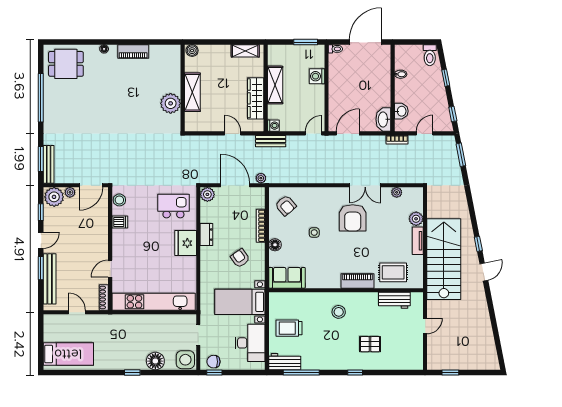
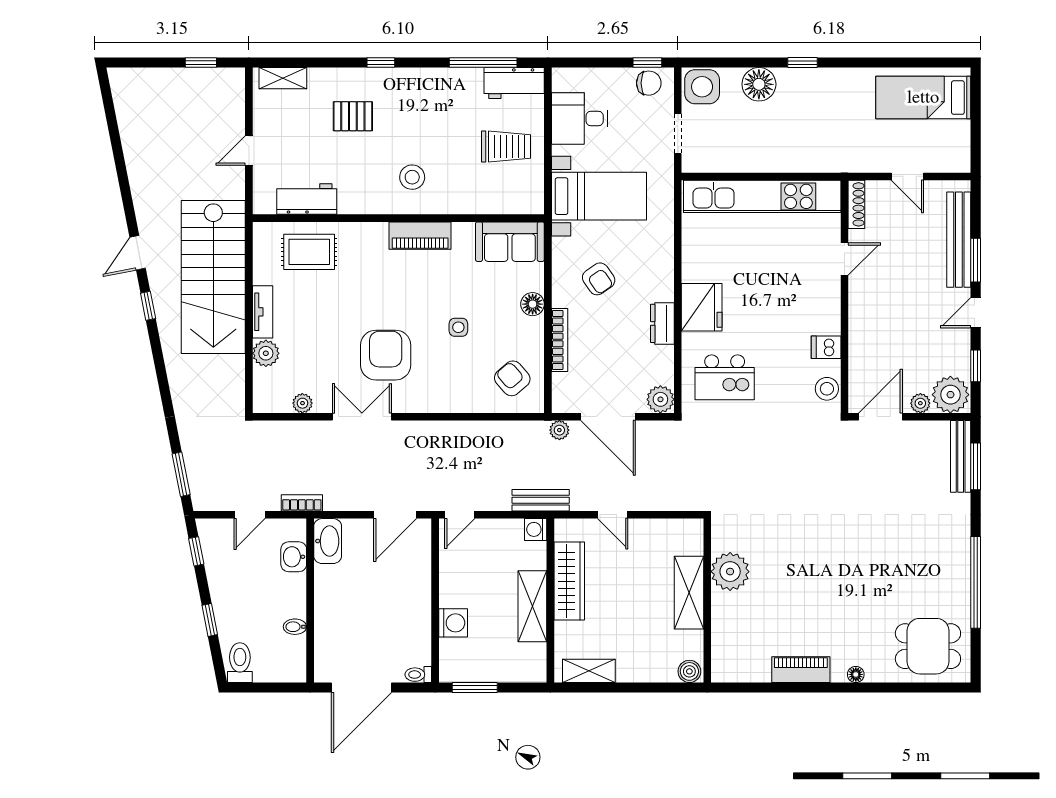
piano: (357, 281) -> (420, 236), moved
desk: (250, 343) -> (580, 118), width x0.73
shelving: (407, 364) -> (283, 78), added

